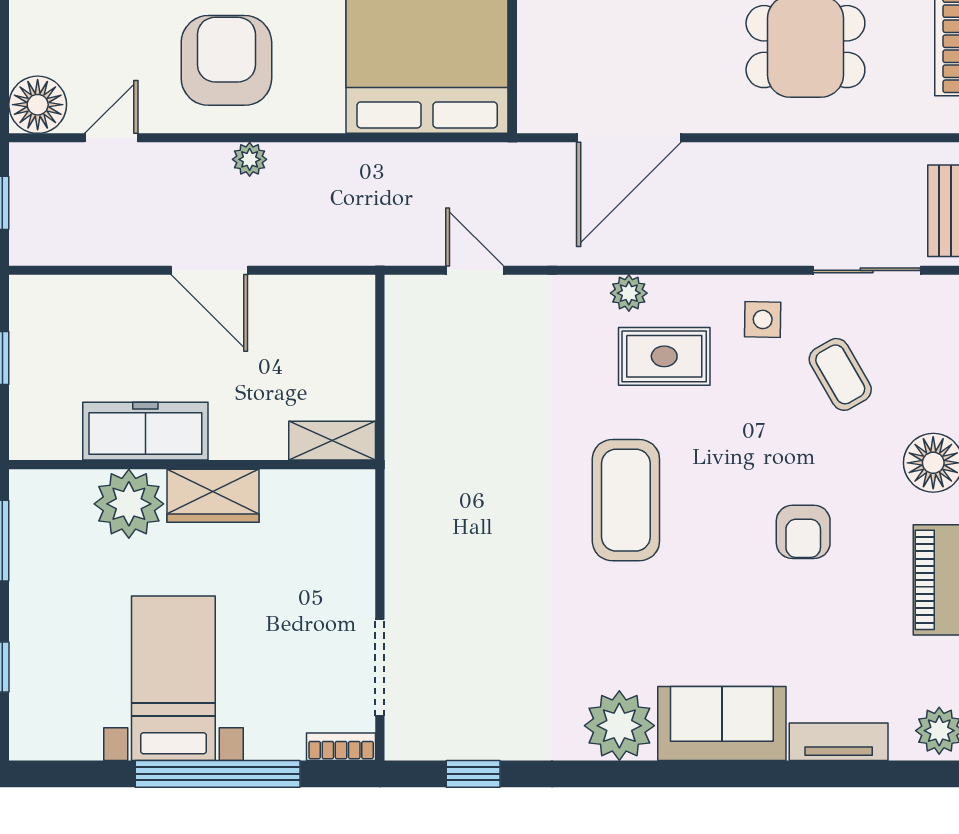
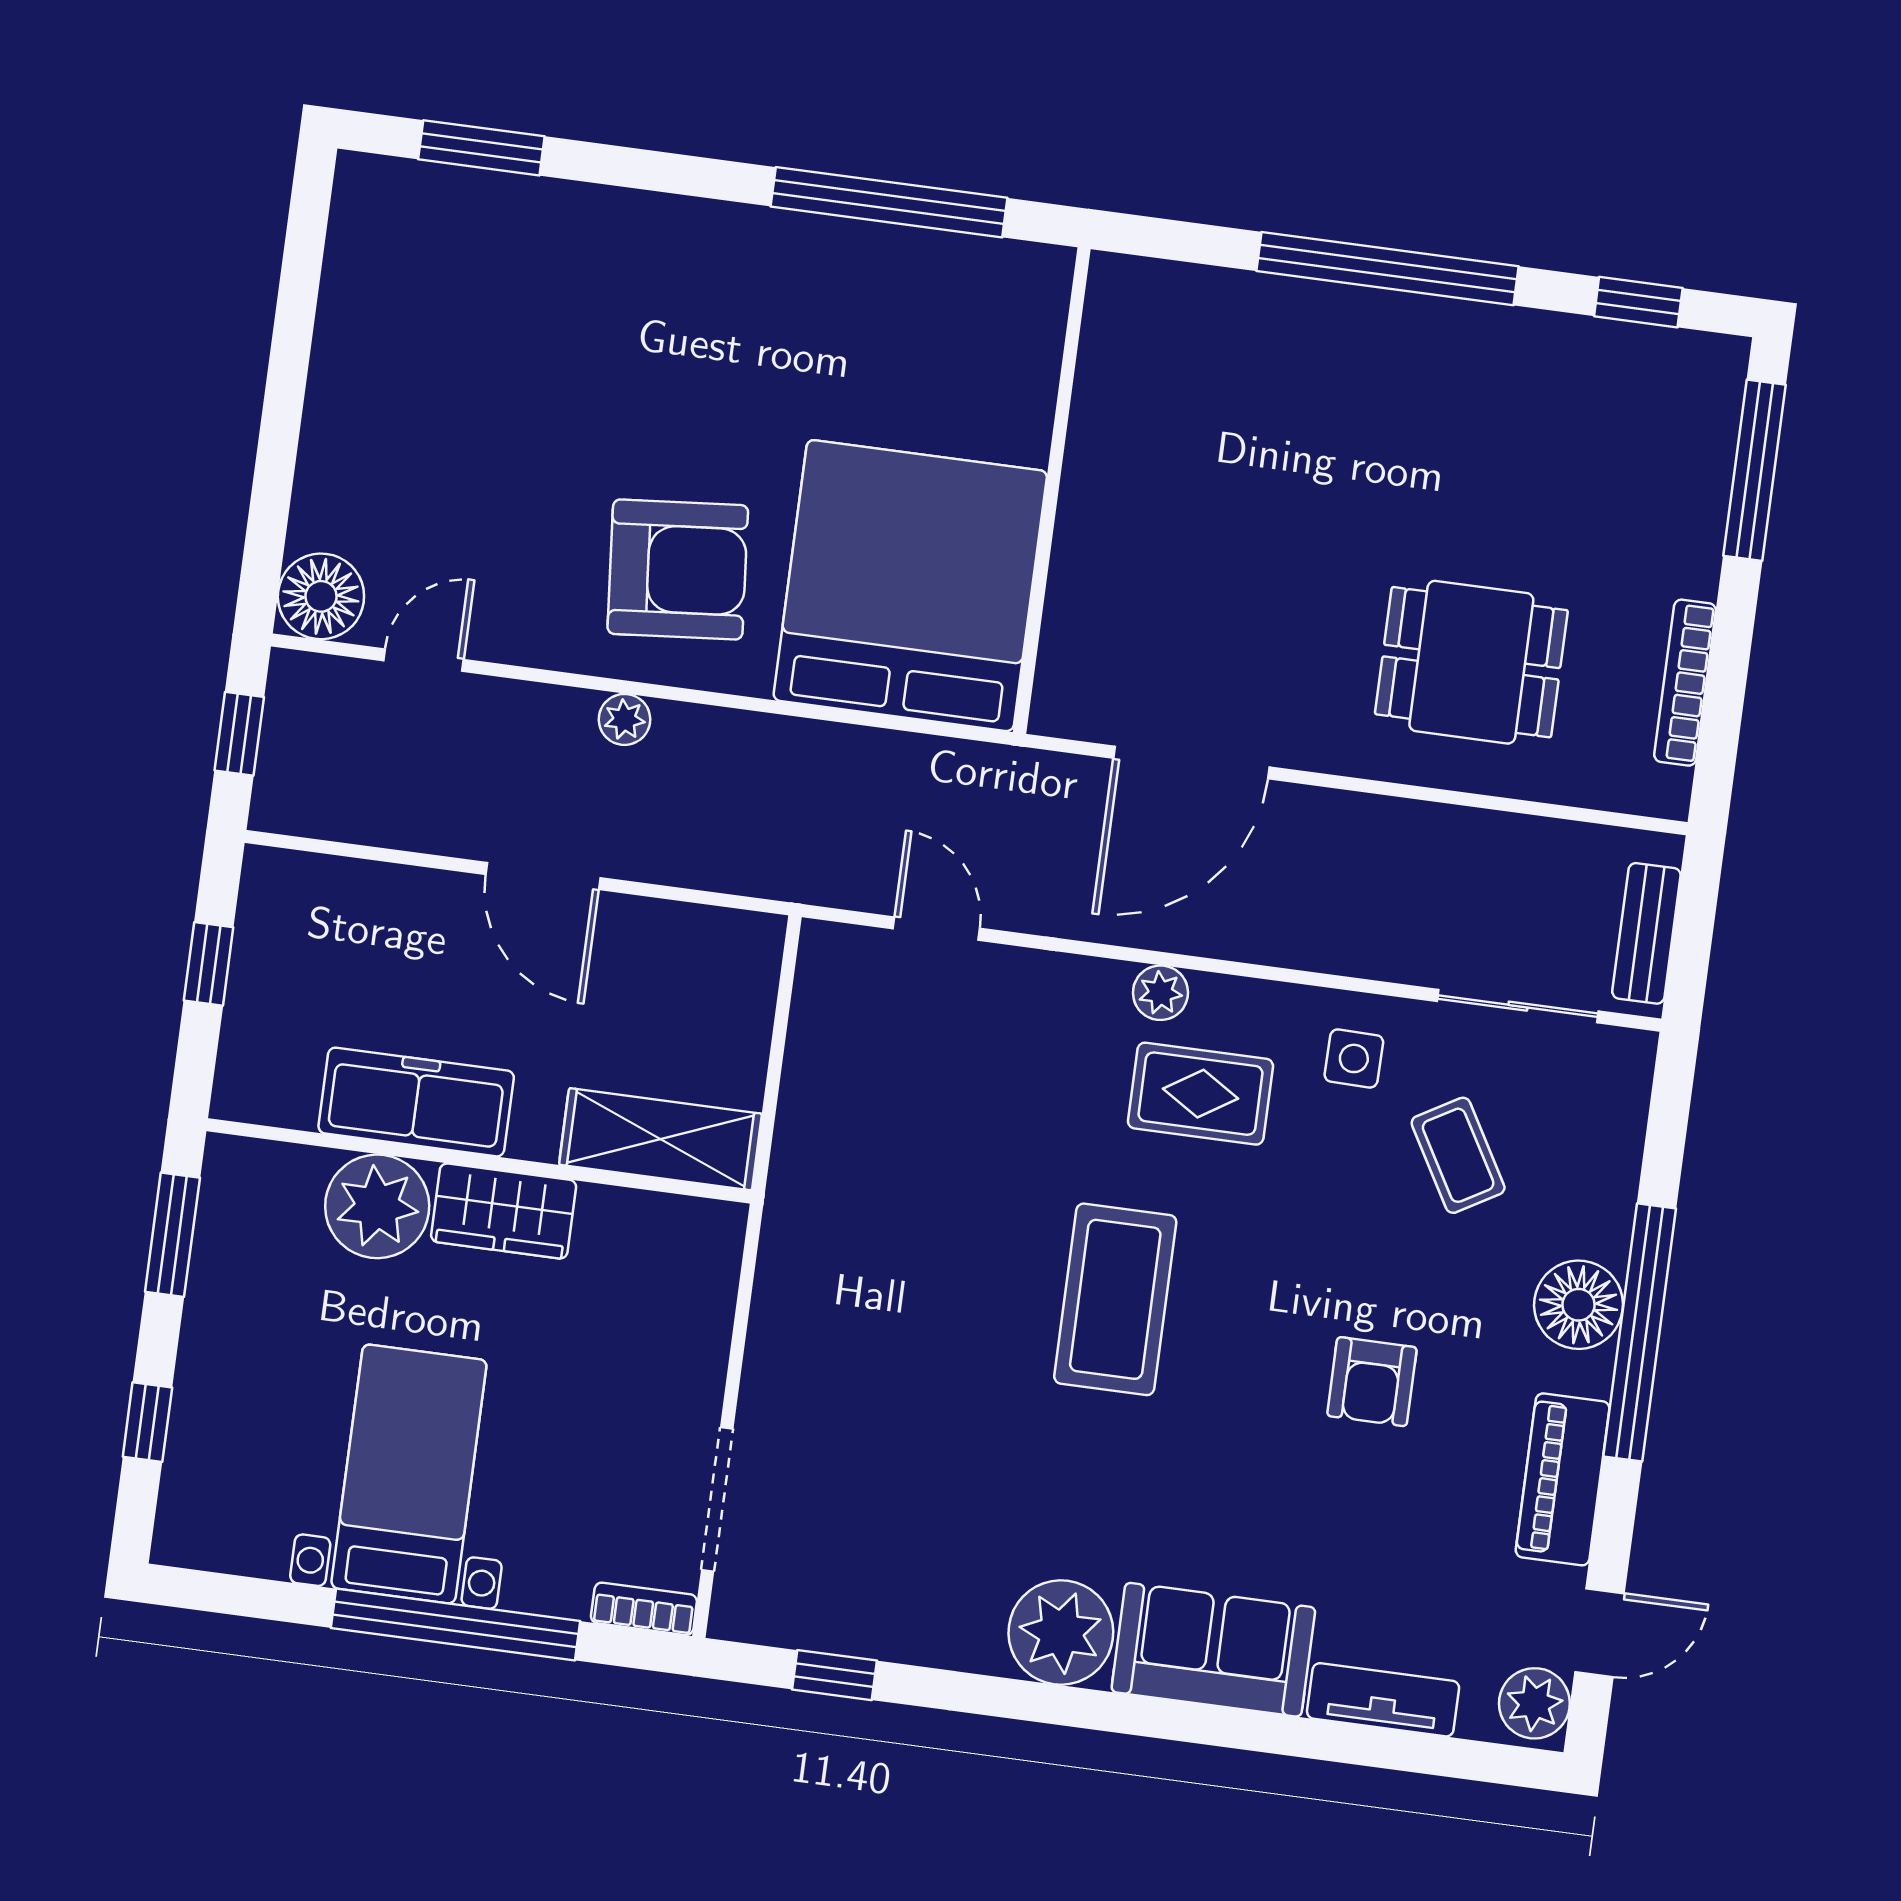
armchair: (226, 60) -> (678, 570), moved, turned 85
shelving: (332, 441) -> (660, 1139), width x1.50, depth x1.33

